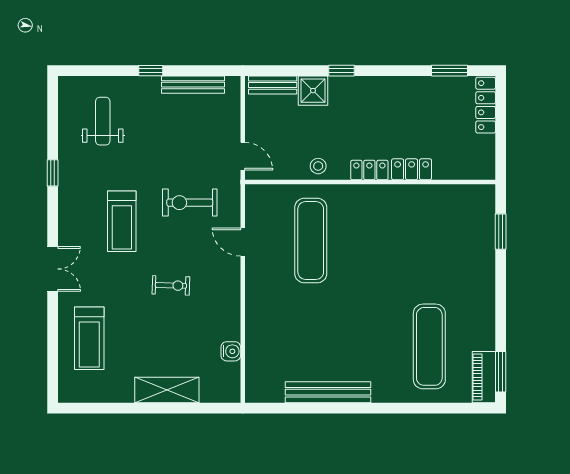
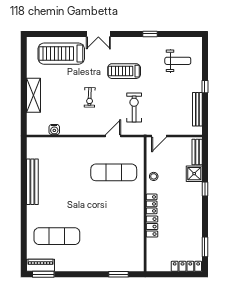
treadmill: (89, 338) -> (61, 54), width x1.37, depth x1.38

